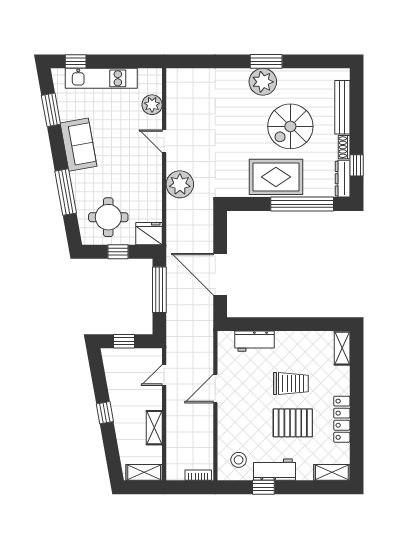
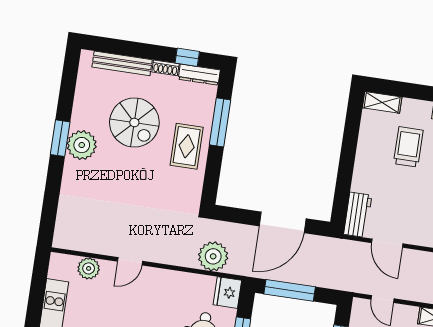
rug: (276, 177) -> (187, 146), width x0.73, depth x0.70
plant: (180, 184) -> (213, 256), moved
window: (302, 204) -> (220, 122), width x0.68
workbench: (255, 341) -> (358, 215), moved
trolley: (291, 384) -> (408, 147), moved
door: (215, 389) -> (387, 243), moved

